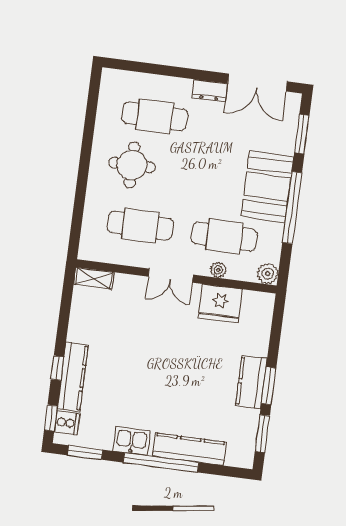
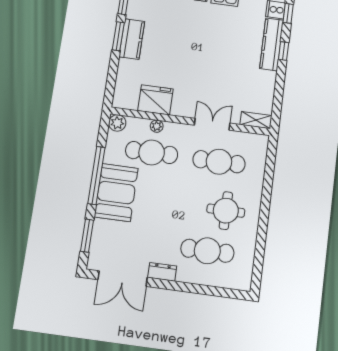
double door: (257, 83) -> (123, 279), swing flipped
double door: (171, 276) -> (212, 124), moved

